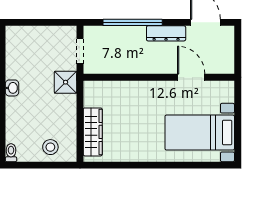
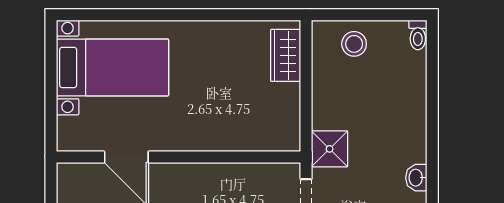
washbasin: (12, 88) -> (416, 178), moved
wardrobe: (93, 132) -> (286, 55), width x0.67

